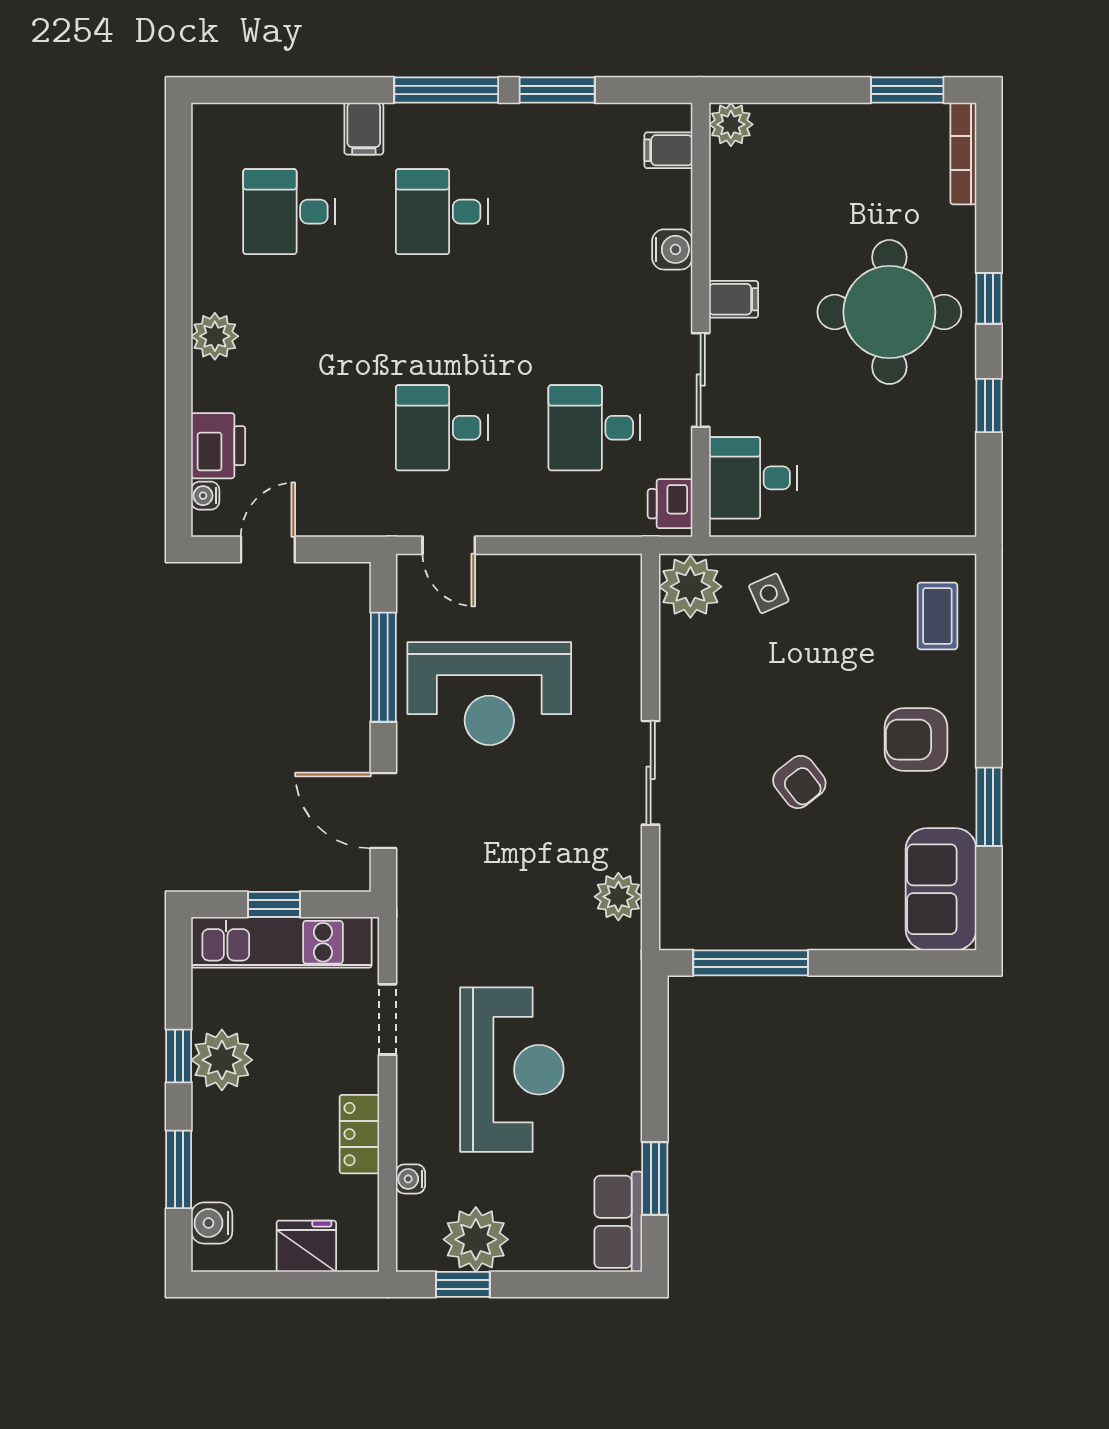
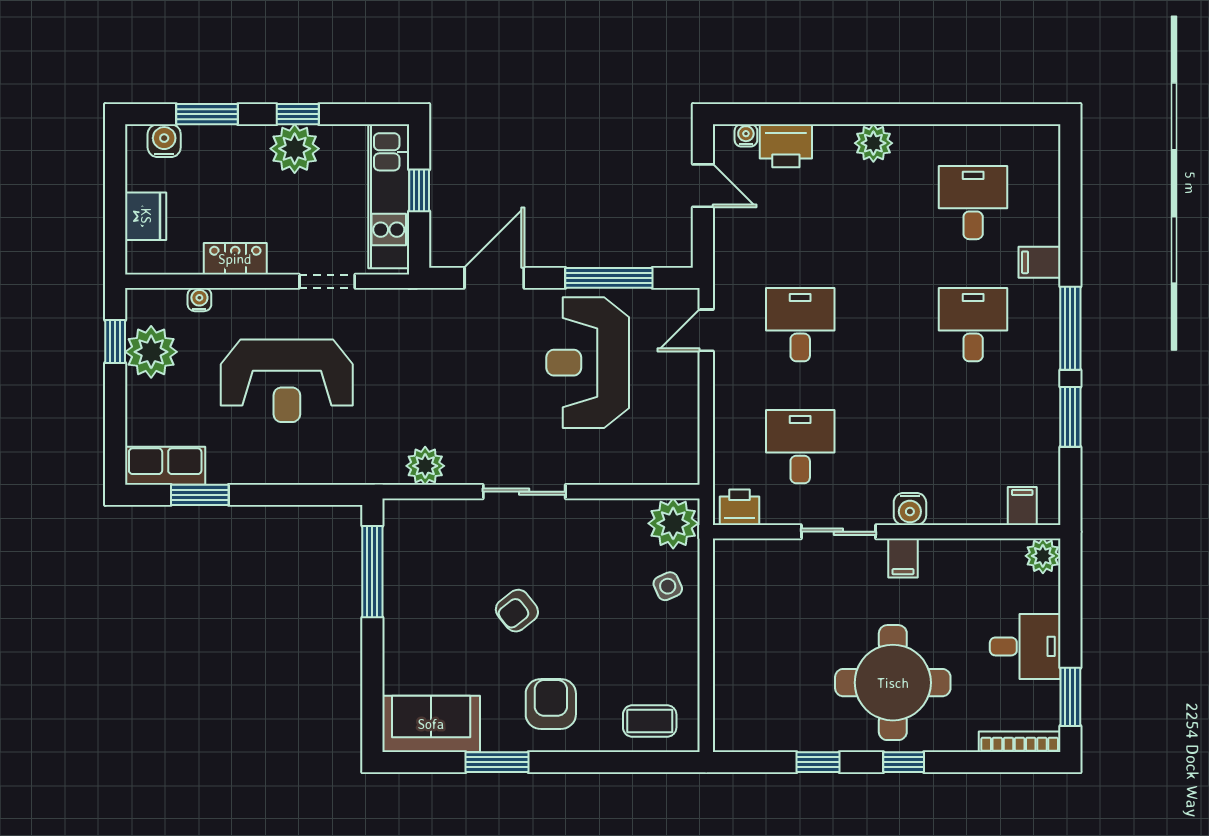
water cooler: (672, 249) -> (910, 509), moved
desk: (753, 478) -> (1025, 646), moved, turned 90

